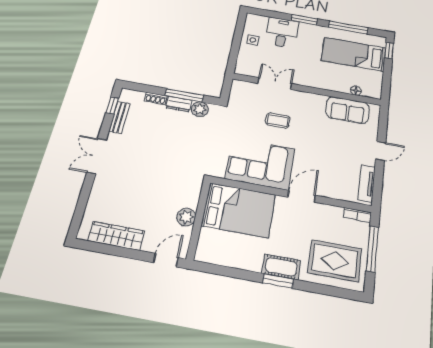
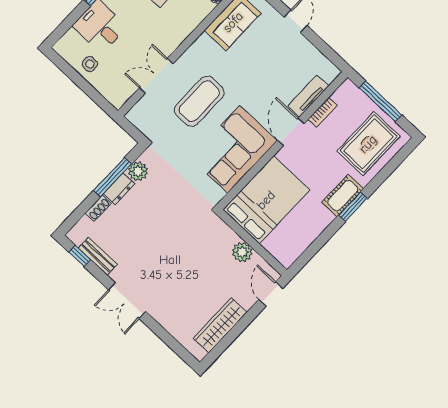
coffee table: (278, 120) -> (199, 101), width x1.86, depth x1.72
tv unit: (367, 183) -> (308, 96), moved, turned 90
bookcase: (357, 215) -> (323, 112), moved

